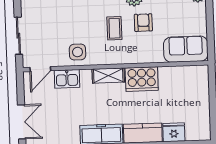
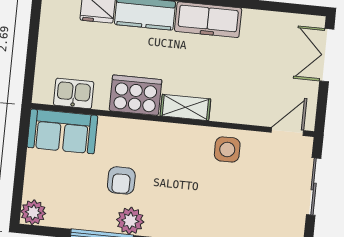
coffee table: (114, 28) -> (166, 178), removed
kitchen sink: (67, 79) -> (74, 93), moved

